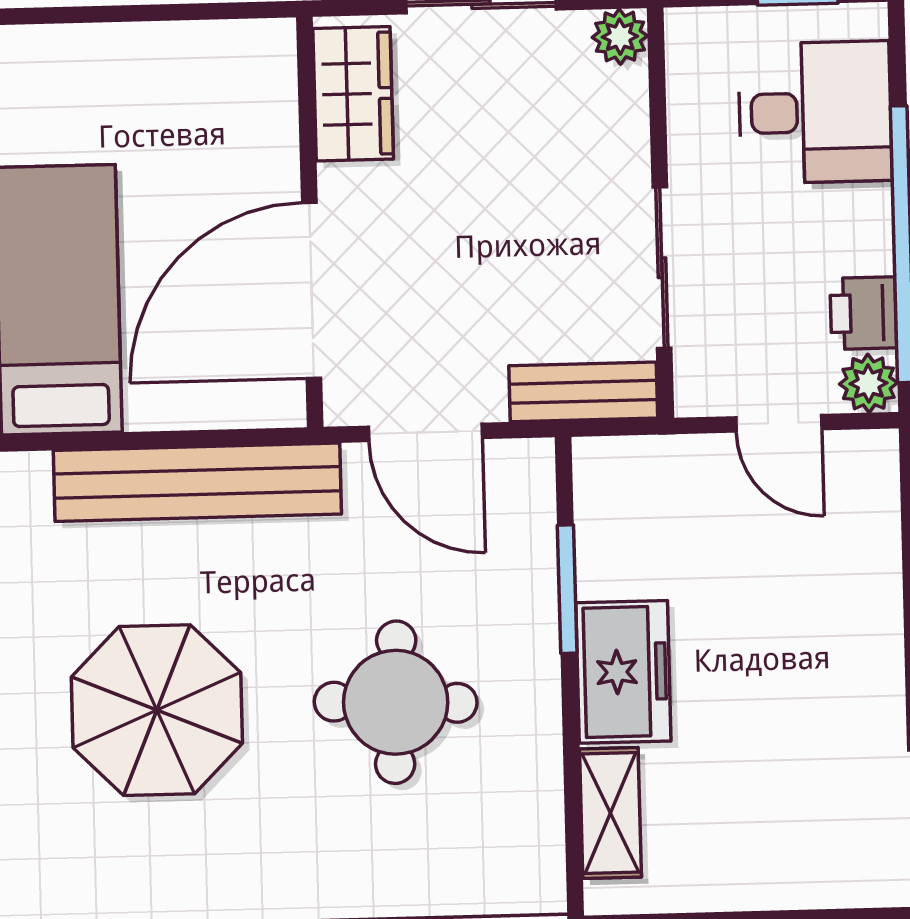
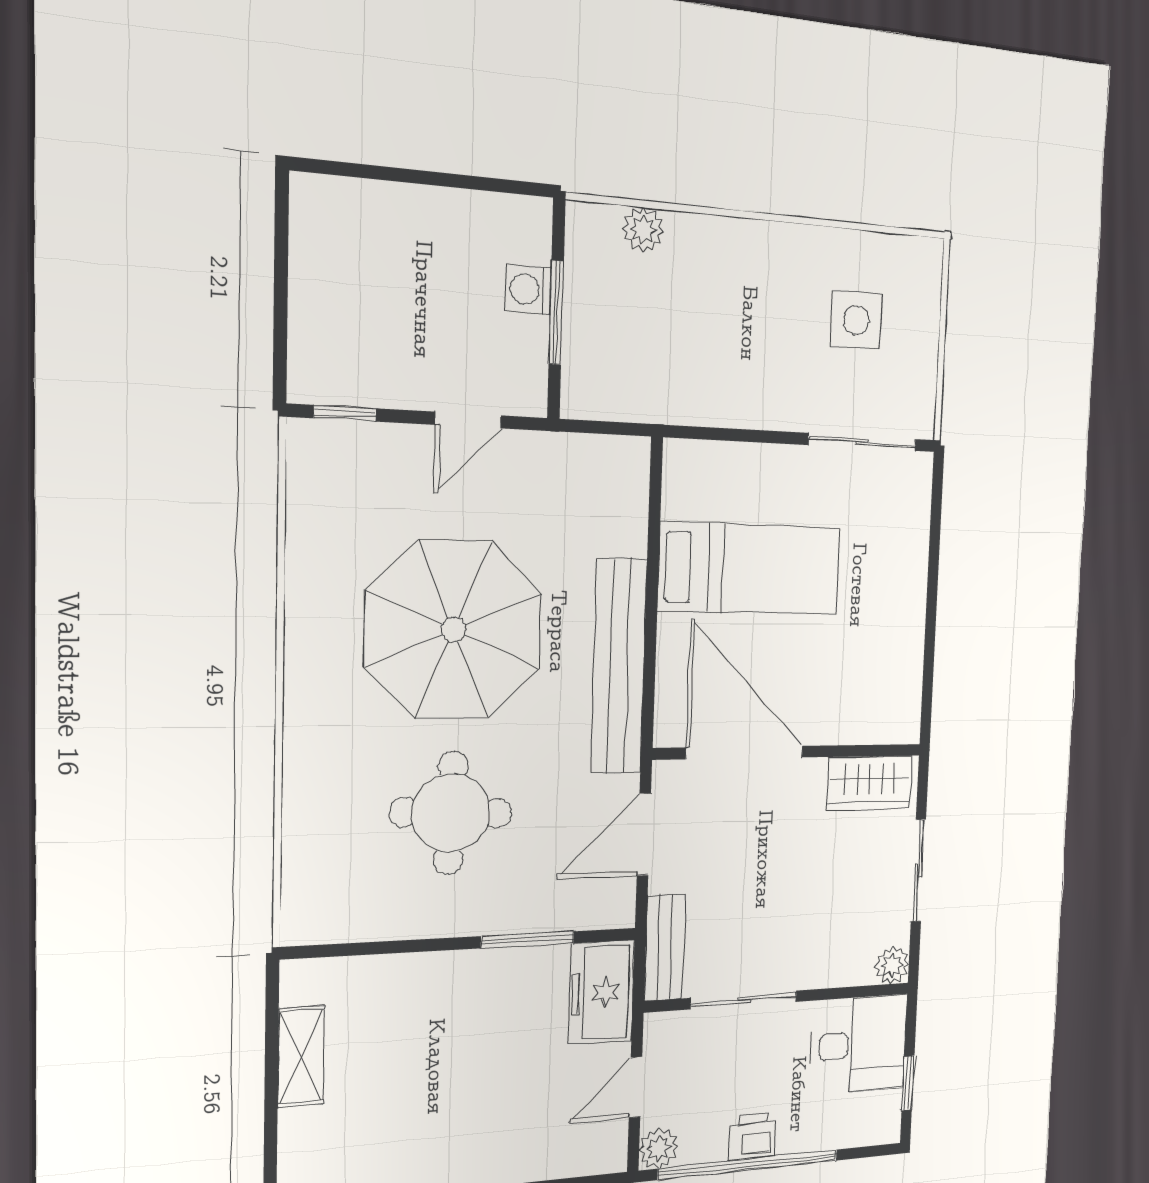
desk: (815, 112) -> (859, 1044), moved, turned -90
printer: (863, 313) -> (752, 1137), moved
freezer: (623, 672) -> (601, 992), moved, turned 90
parasol: (157, 710) -> (454, 630), width x1.36, depth x1.36
shelving: (610, 813) -> (301, 1057), moved, turned 90

